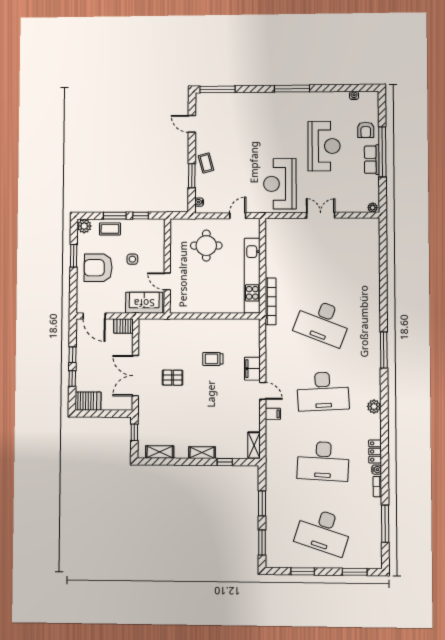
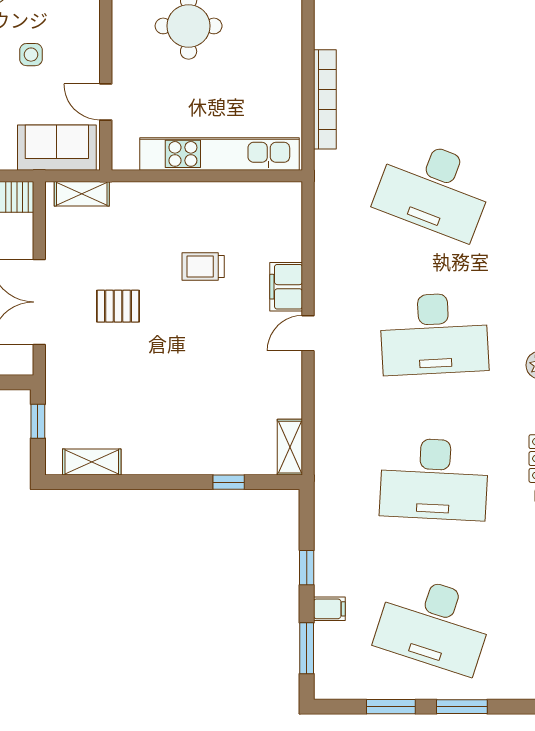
kitchen unit: (252, 276) -> (220, 154), moved, turned 90
bookcase: (271, 301) -> (325, 99), moved
door: (263, 391) -> (308, 333), swing flipped
filing cabinet: (273, 414) -> (329, 609), moved
shelving: (202, 453) -> (82, 194), moved
window: (262, 503) -> (307, 568), width x0.67
window: (355, 572) -> (462, 707), moved

